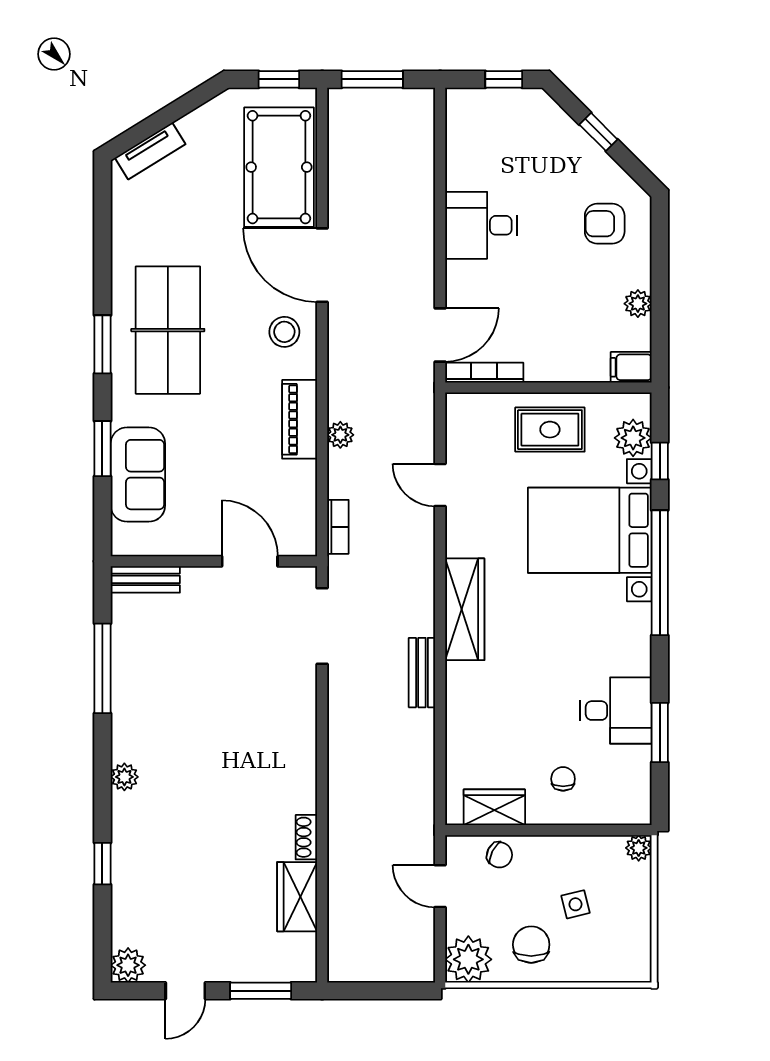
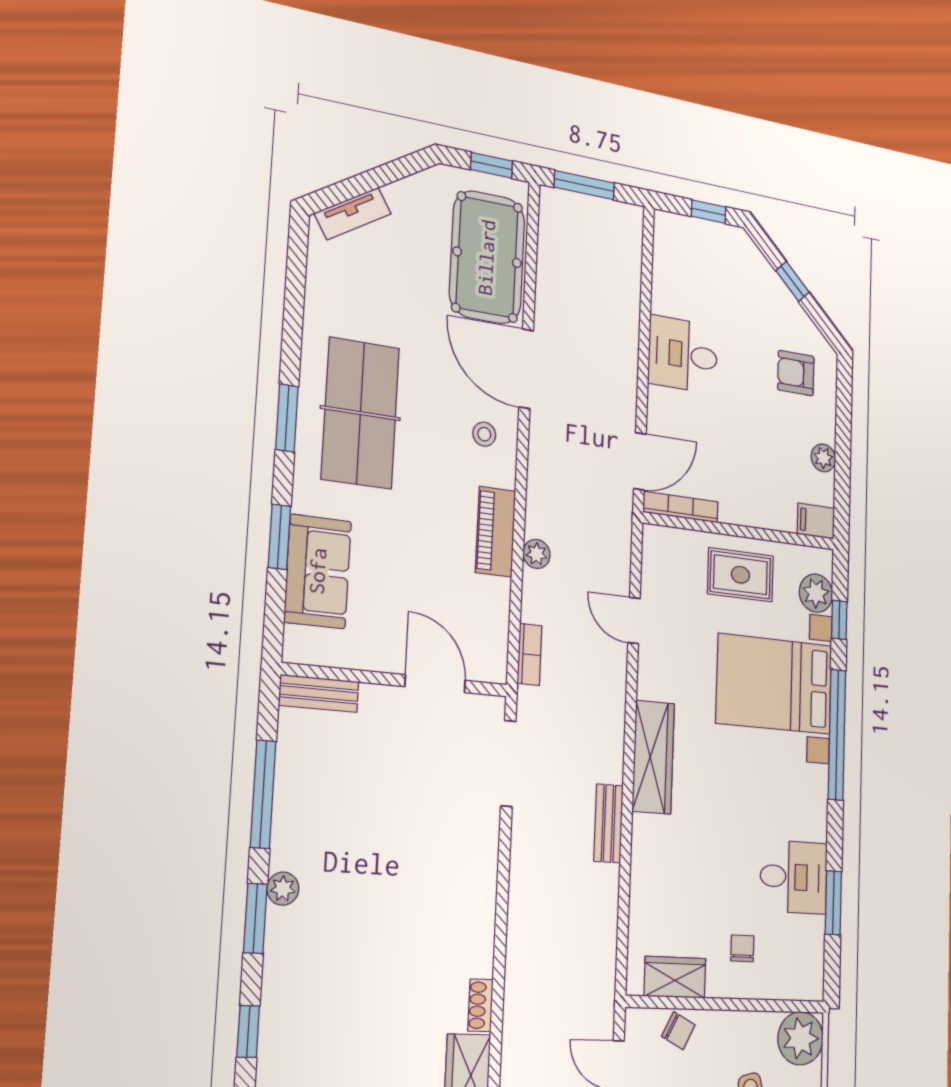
stool: (284, 332) -> (484, 434), width x0.73, depth x0.73
window: (102, 771) -> (255, 918), added
plant: (124, 777) -> (283, 889), moved
plant: (639, 848) -> (801, 1038), width x1.88, depth x1.88

